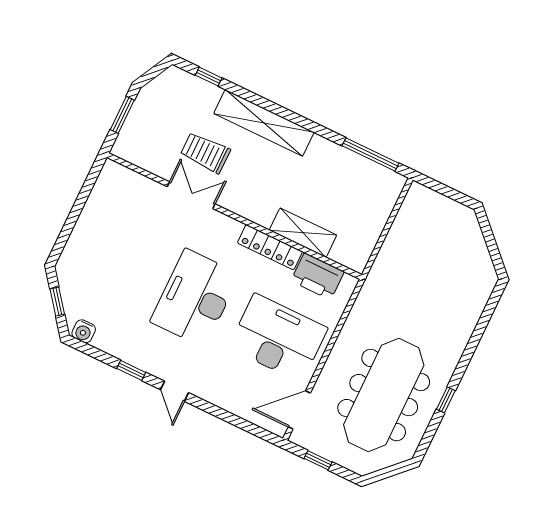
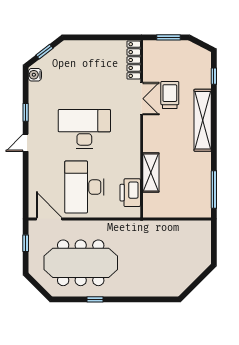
locker: (270, 247) -> (134, 60), moved
desk: (278, 338) -> (84, 187), turned 180

